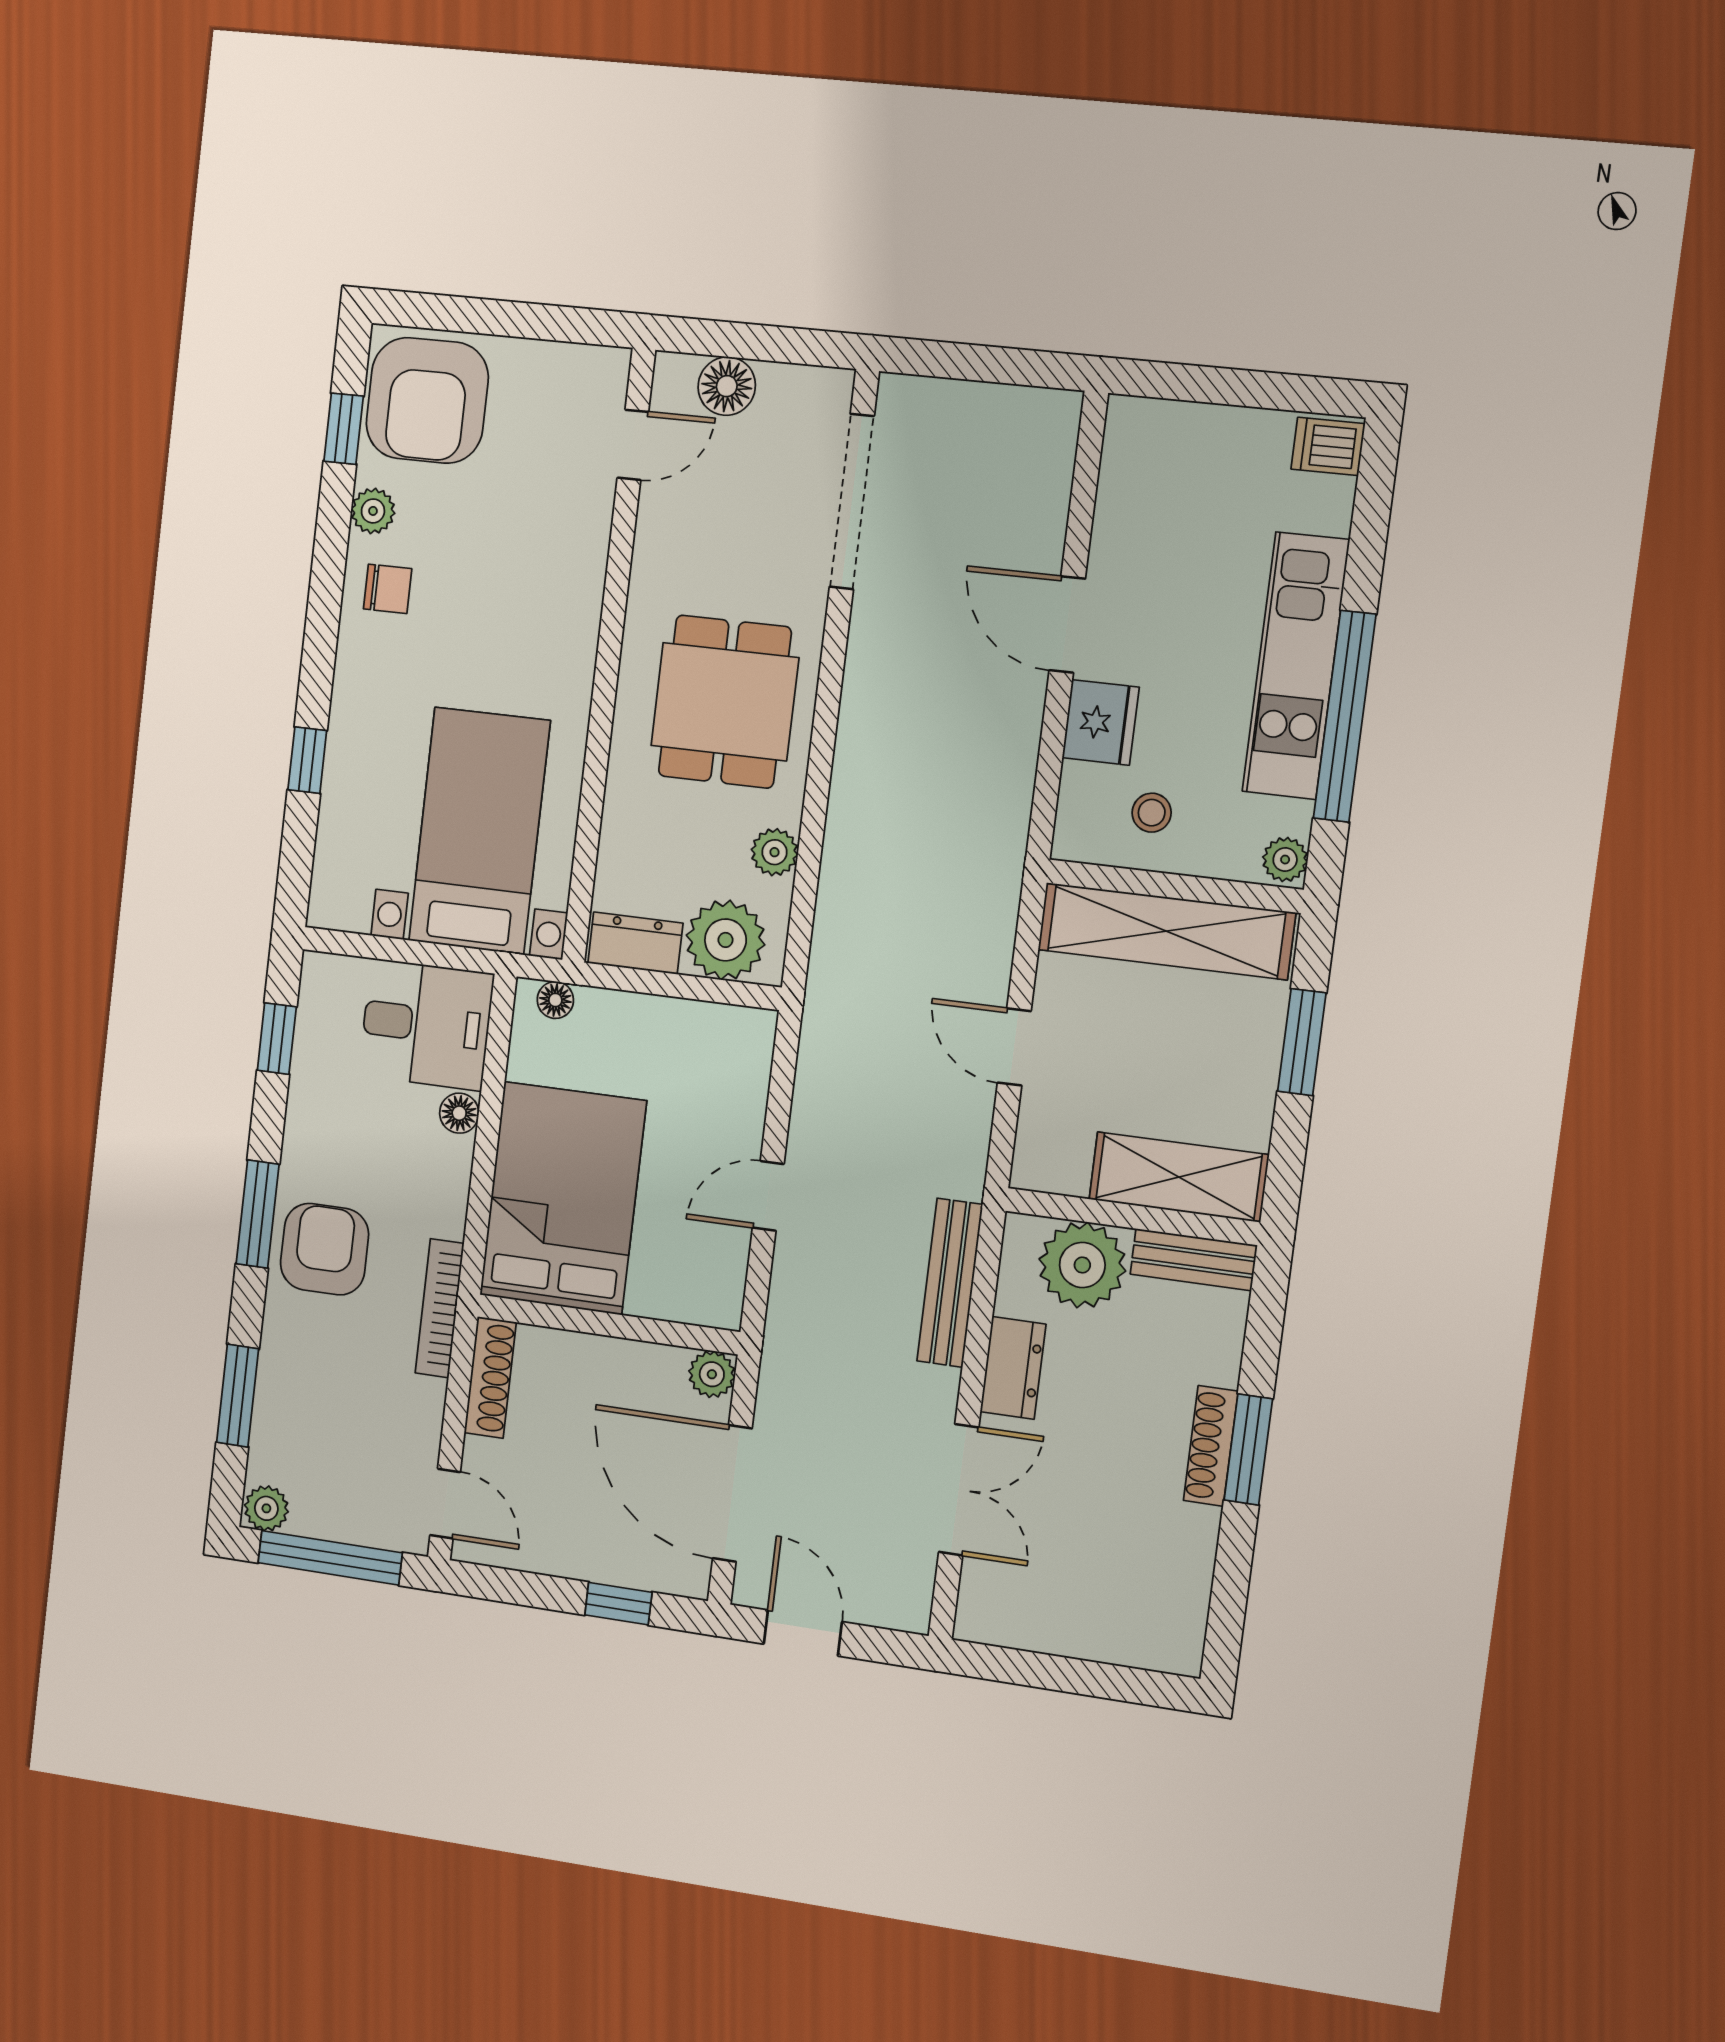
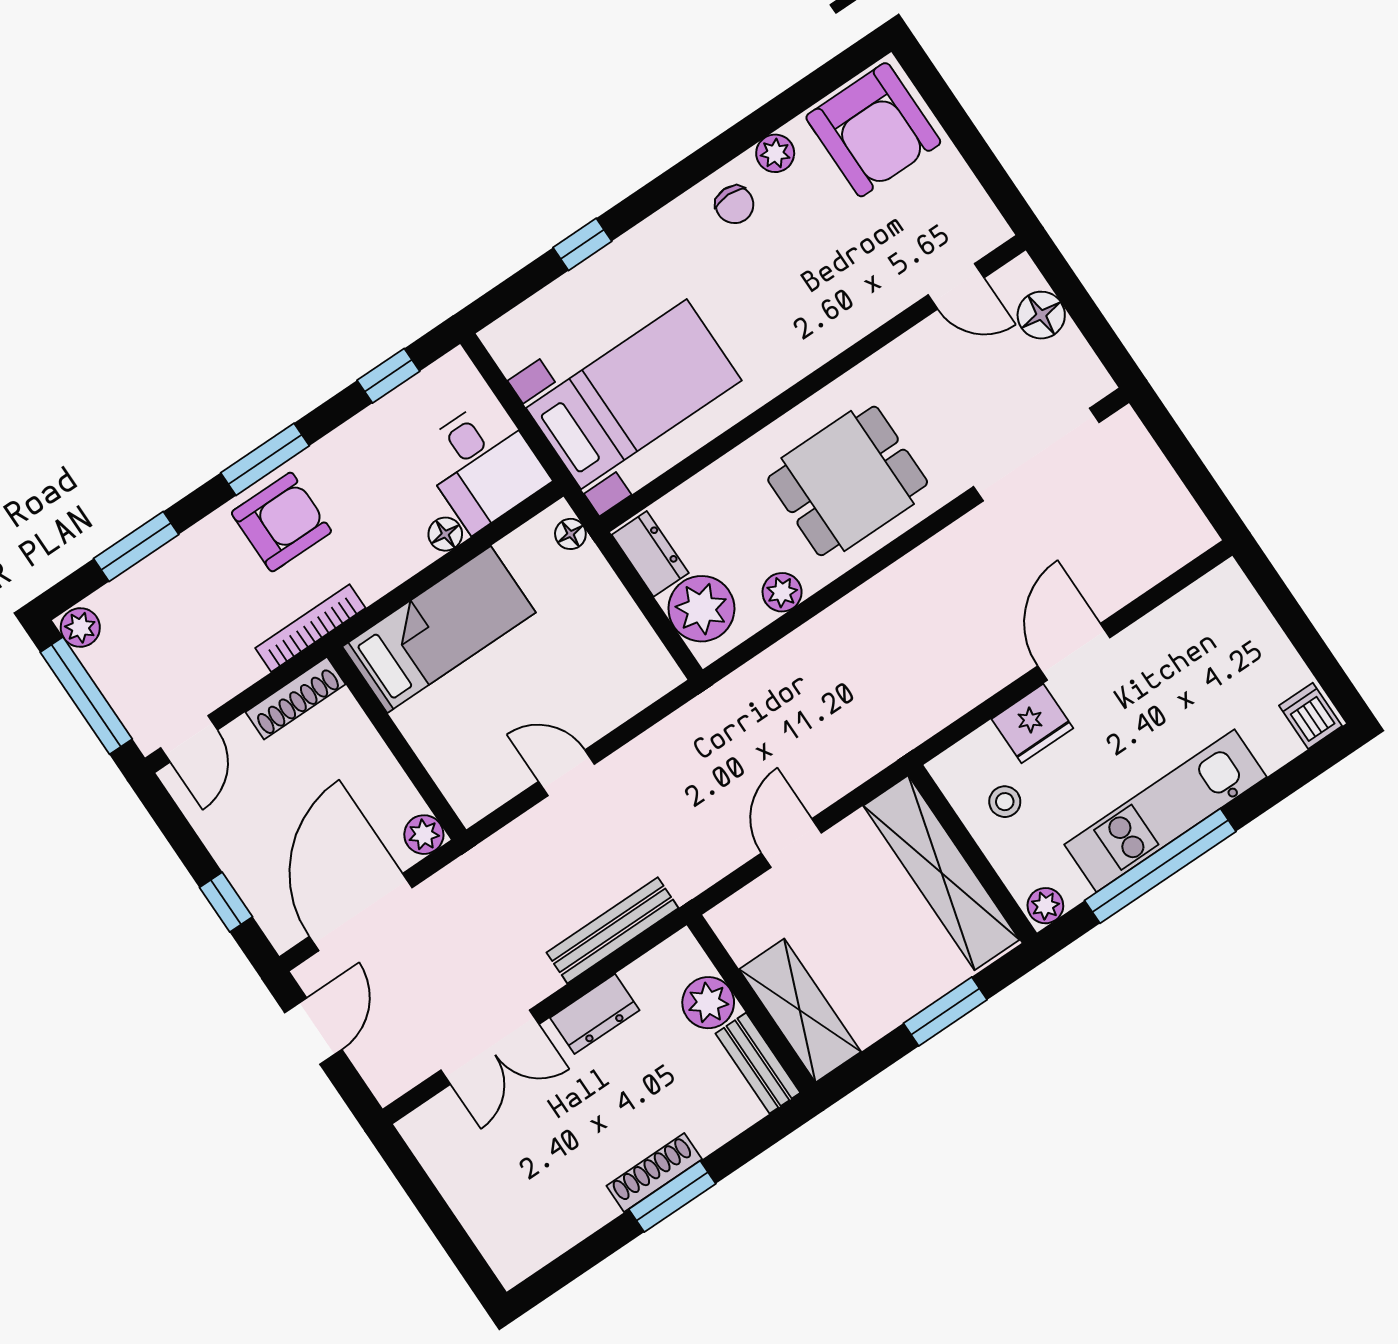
armchair: (427, 400) -> (873, 130), turned -90
window: (344, 429) -> (810, 90), removed
bed: (563, 1198) -> (439, 629), width x0.67
plant: (1082, 1265) -> (708, 1003), width x0.73, depth x0.73

